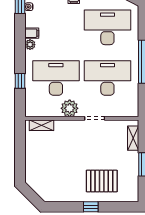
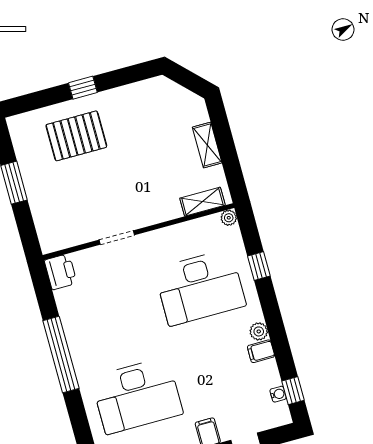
desk: (107, 78) -> (114, 311), removed
plant: (70, 108) -> (229, 218), moved, width x0.53, depth x0.53
printer: (131, 108) -> (61, 272), added
shelving: (133, 138) -> (207, 145), moved

